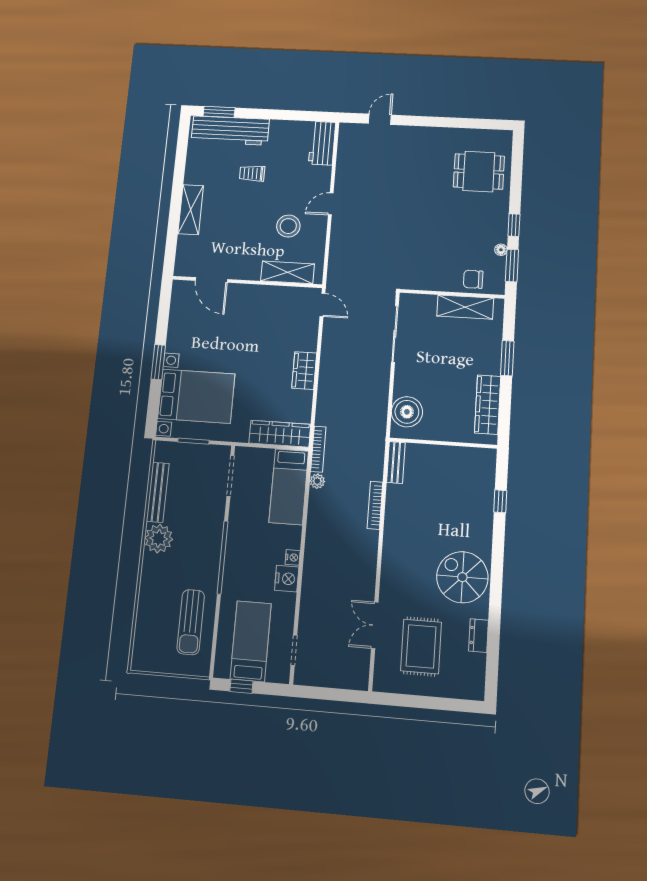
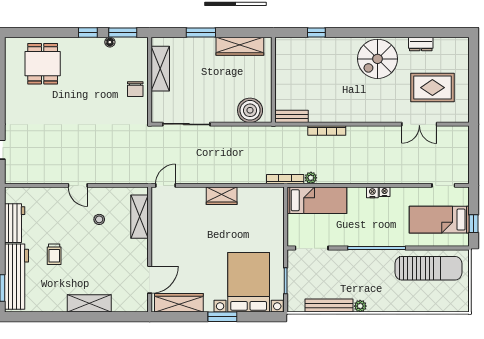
workbench: (322, 143) -> (15, 223), moved, turned -90
stool: (288, 226) -> (99, 219), width x0.53, depth x0.53
chair: (473, 279) -> (135, 89), moved
wardrobe: (280, 434) -> (179, 303), moved, turned 90
plant: (159, 538) -> (360, 306), width x0.53, depth x0.53
nightstand: (287, 579) -> (385, 192), width x0.53, depth x0.56
sun lounger: (191, 622) -> (428, 268), width x1.36, depth x1.34

